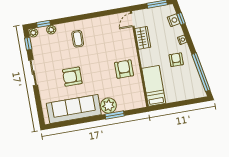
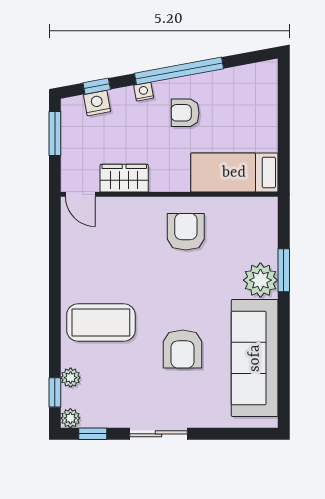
coffee table: (78, 39) -> (101, 322), width x1.86, depth x1.72
armchair: (124, 69) -> (186, 232), turned 90
window: (201, 72) -> (179, 71), moved

